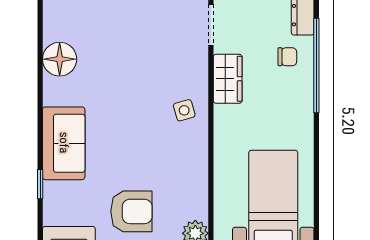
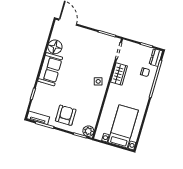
sofa: (64, 143) -> (50, 69), moved
armchair: (131, 211) -> (66, 115), turned -90

